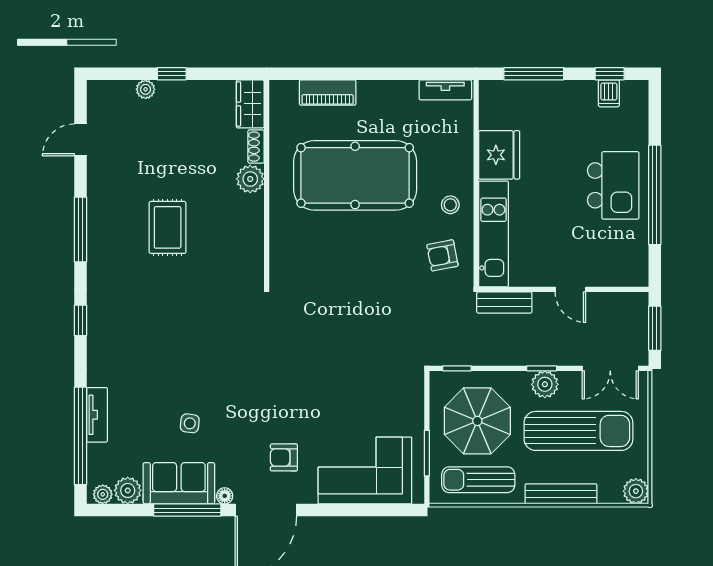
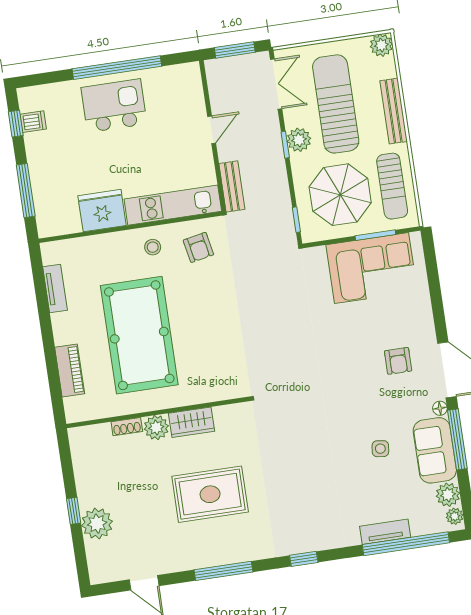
plant: (146, 89) -> (97, 524), width x1.87, depth x1.87
tv unit: (445, 90) -> (55, 289), moved
wardrobe: (250, 104) -> (192, 422), moved
rug: (168, 227) -> (210, 494), width x1.36, depth x1.43
corner sofa: (365, 471) -> (372, 268), moved, turned -90

